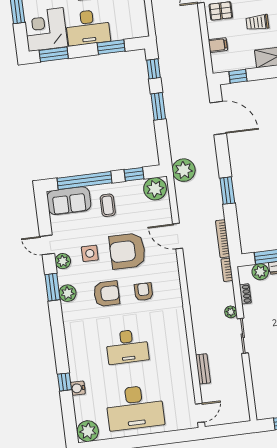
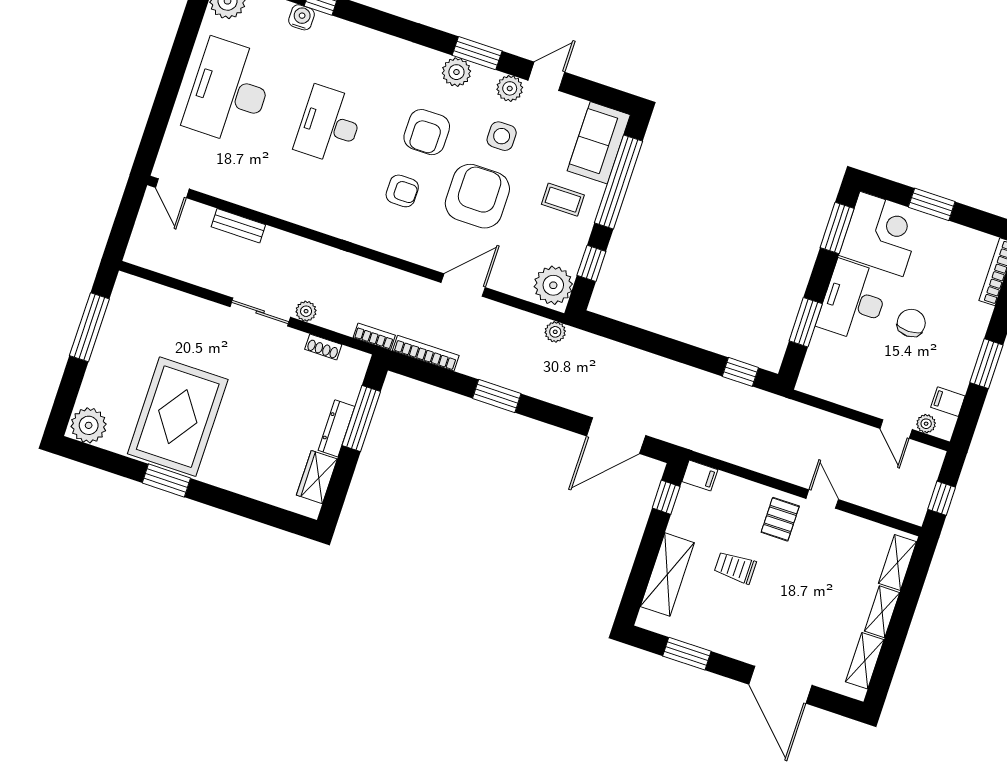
trolley: (257, 22) -> (735, 567), turned -90
filing cabinet: (218, 45) -> (700, 476), moved, turned -90
window: (158, 106) -> (679, 351), removed
plant: (184, 170) -> (555, 332), width x0.53, depth x0.53
plant: (260, 272) -> (347, 387), removed

